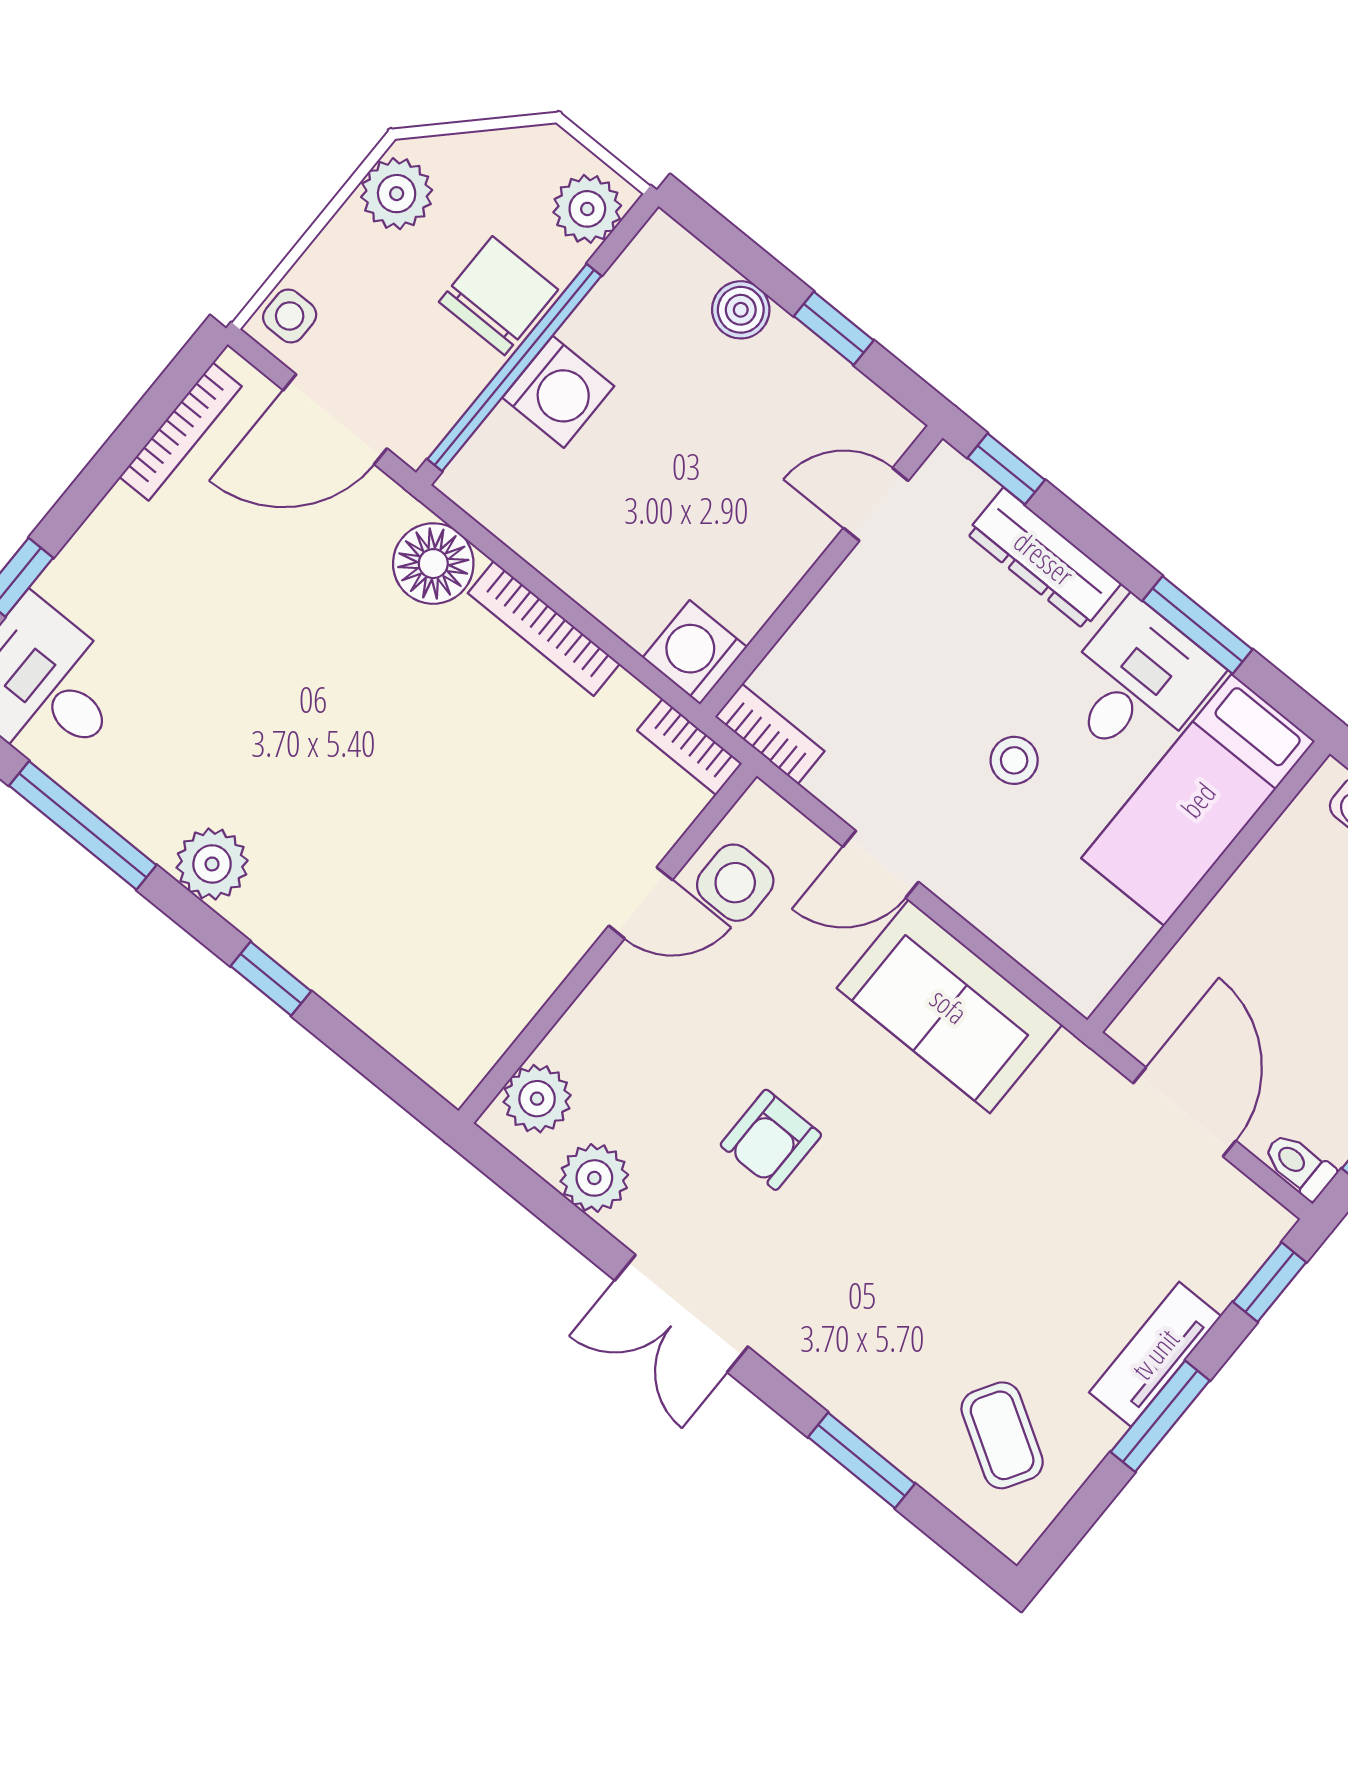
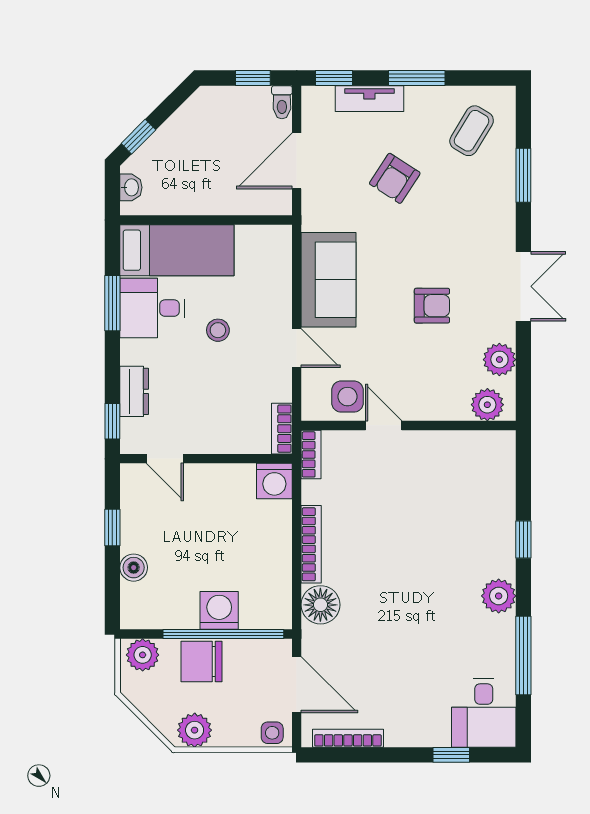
dresser: (1044, 558) -> (134, 391), width x0.70
armchair: (1026, 1248) -> (395, 178), added
tv unit: (1155, 1354) -> (369, 99), moved

